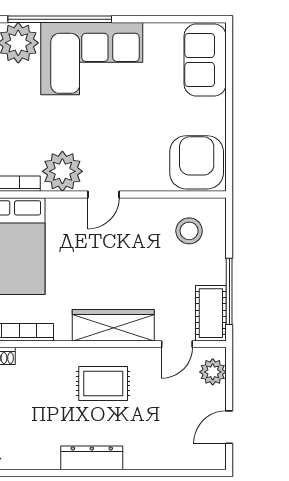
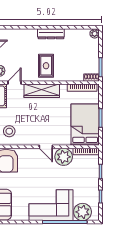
door: (103, 195) -> (46, 147), swing flipped
rug: (103, 384) -> (46, 66), turned 90

